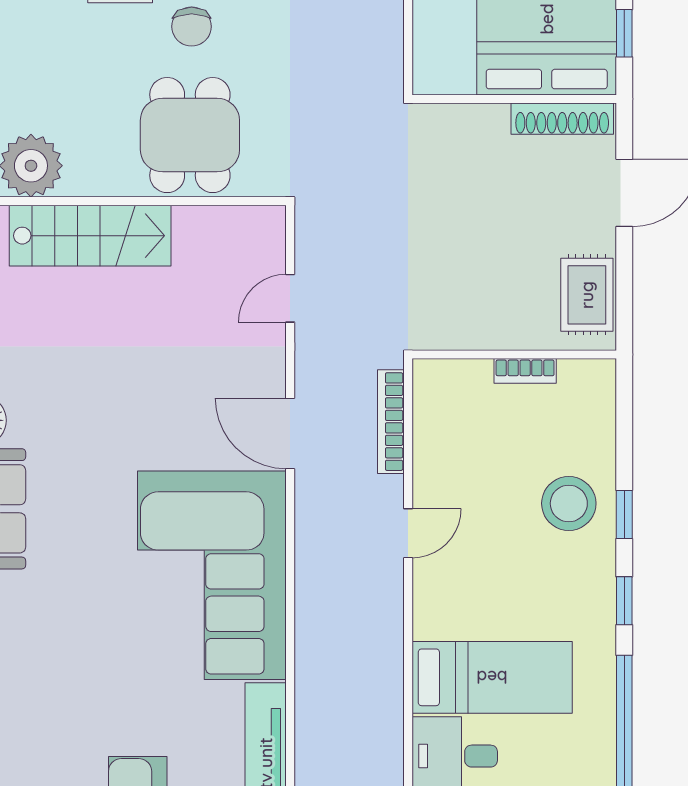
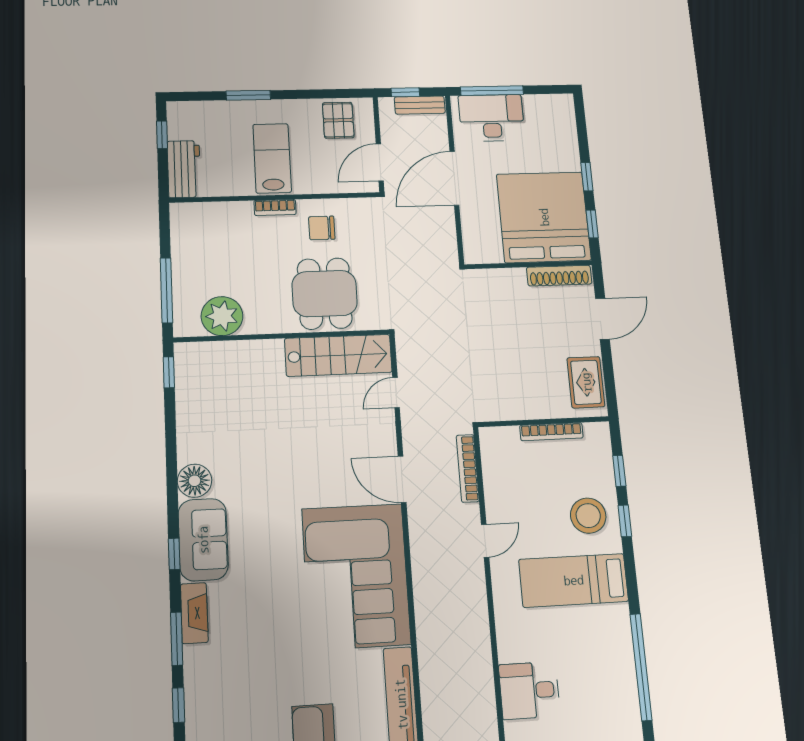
chair: (192, 27) -> (322, 228), turned 90
stairs: (90, 236) -> (338, 355), moved
bookcase: (525, 371) -> (551, 432), width x1.56
window: (624, 601) -> (619, 471), moved
bed: (492, 677) -> (574, 580), moved, turned 180

